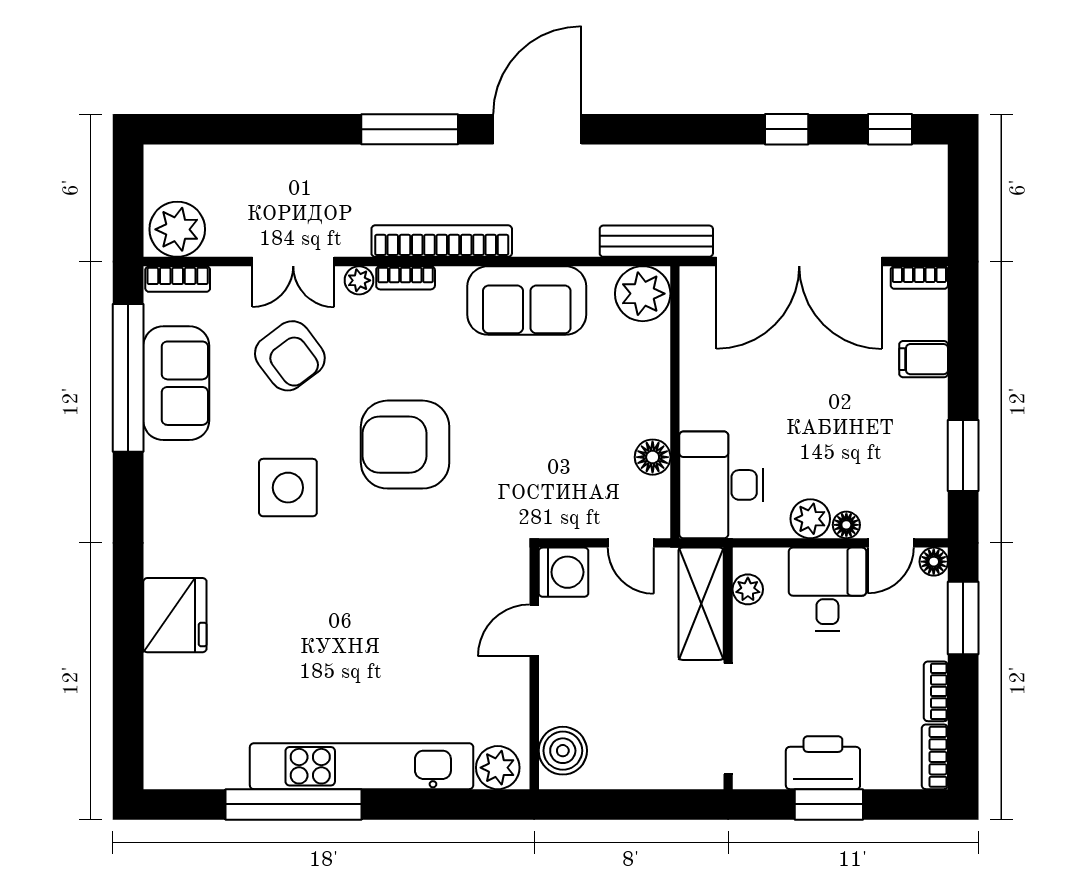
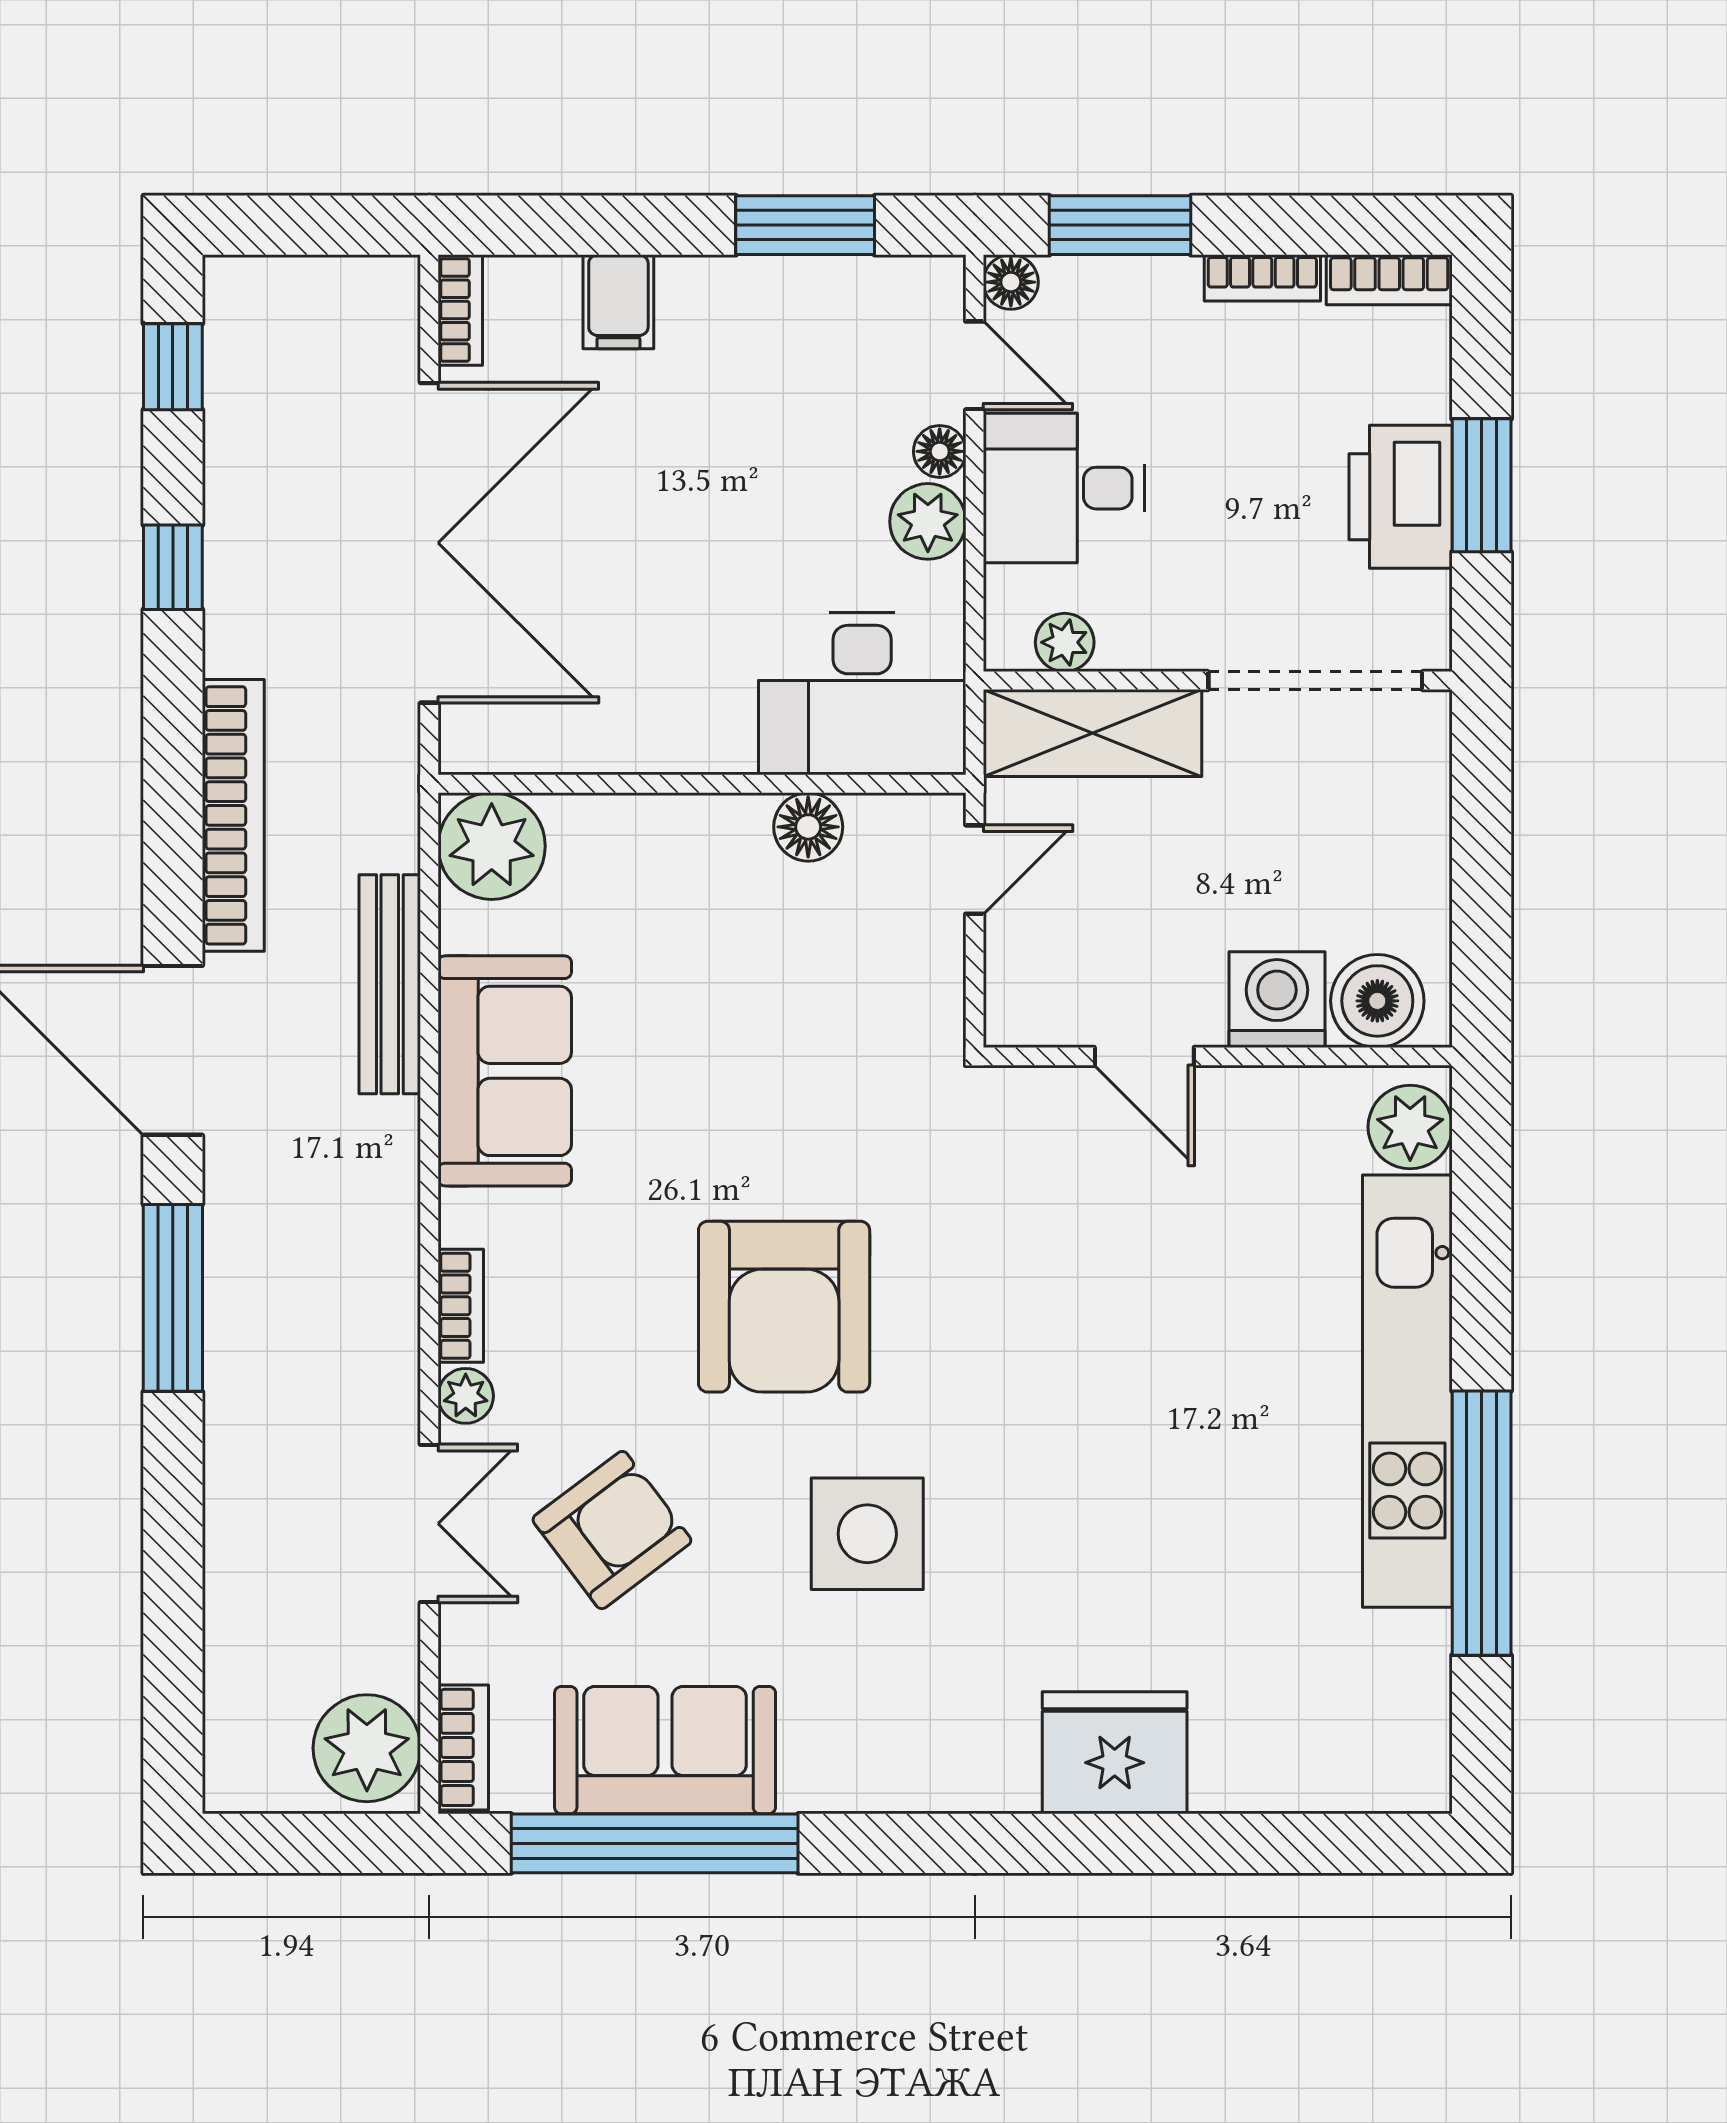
bookcase: (442, 241) -> (233, 815), moved, turned 180
bench: (656, 241) -> (390, 984), moved
washing machine: (563, 572) -> (1277, 1000), moved

